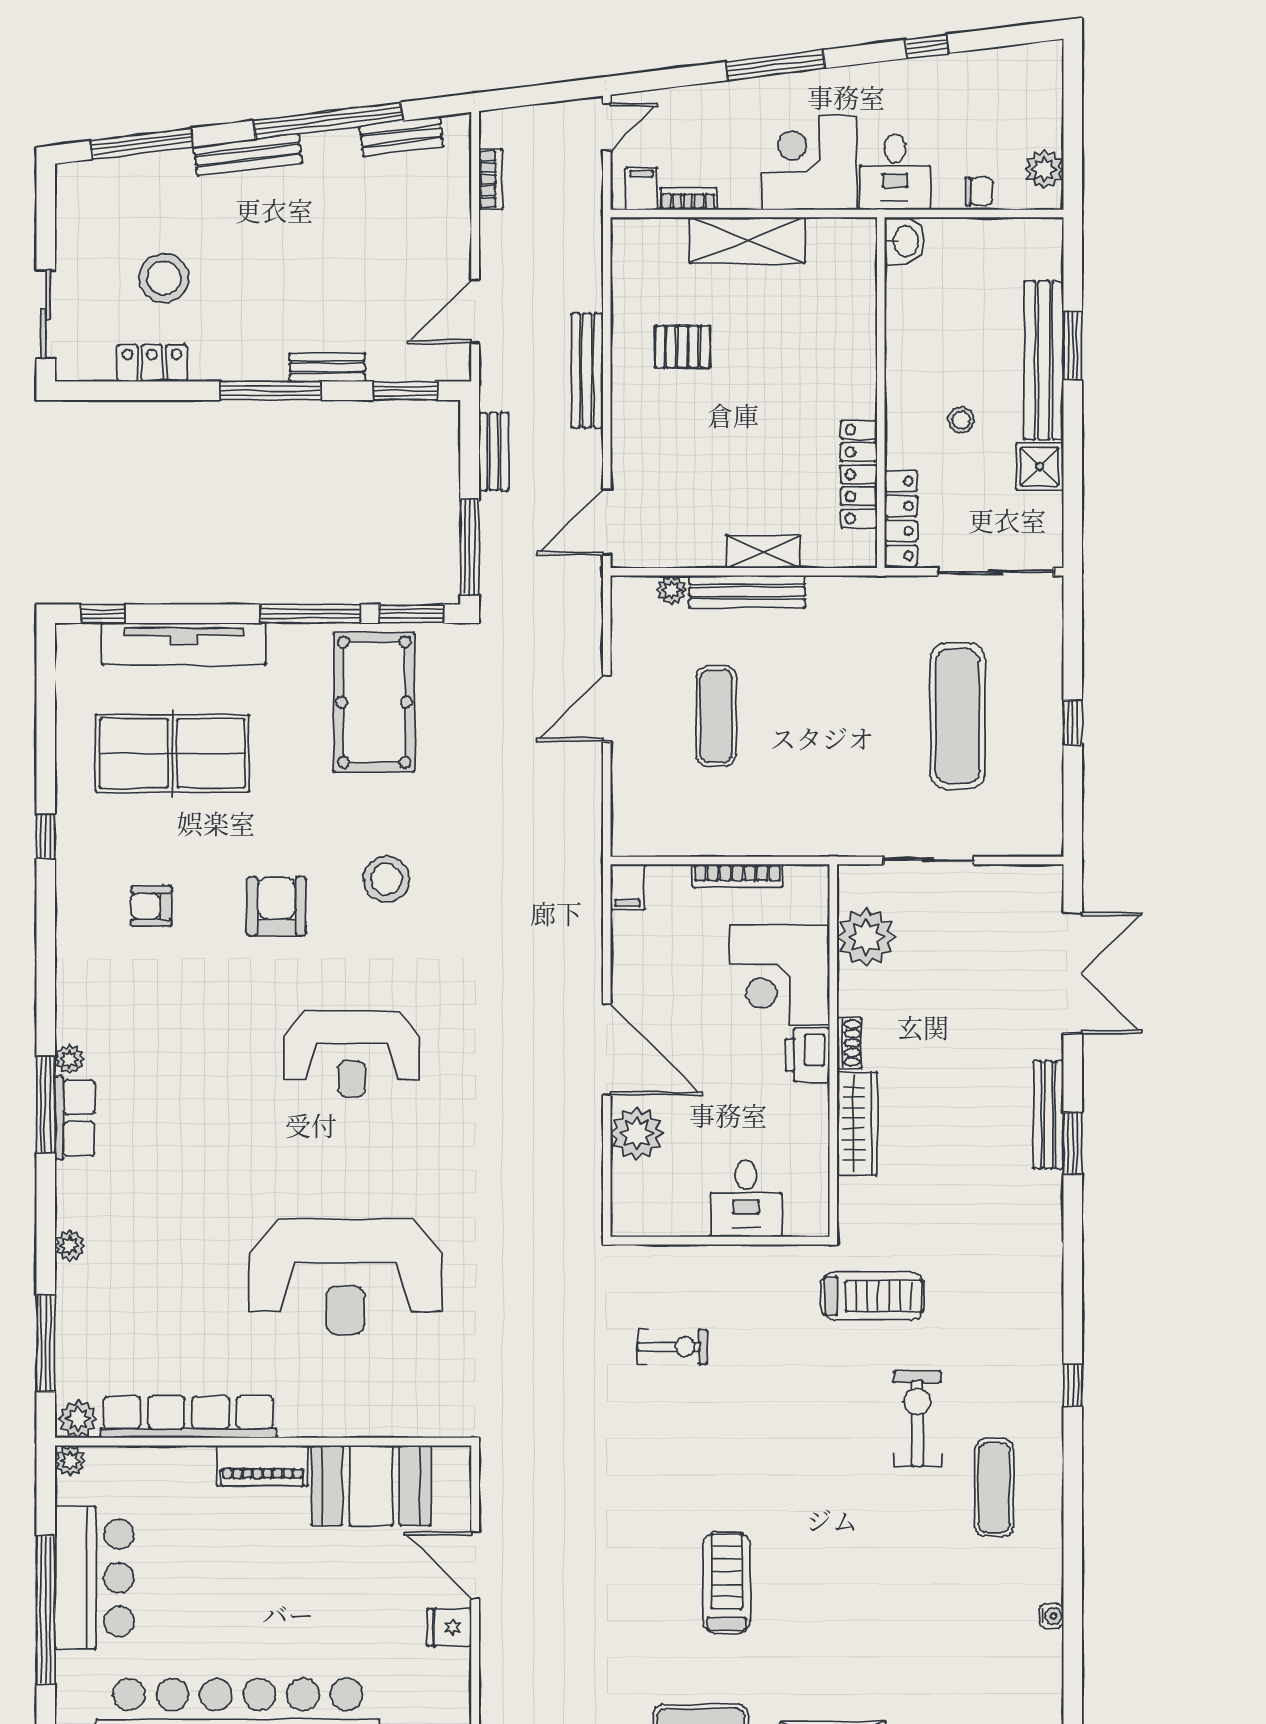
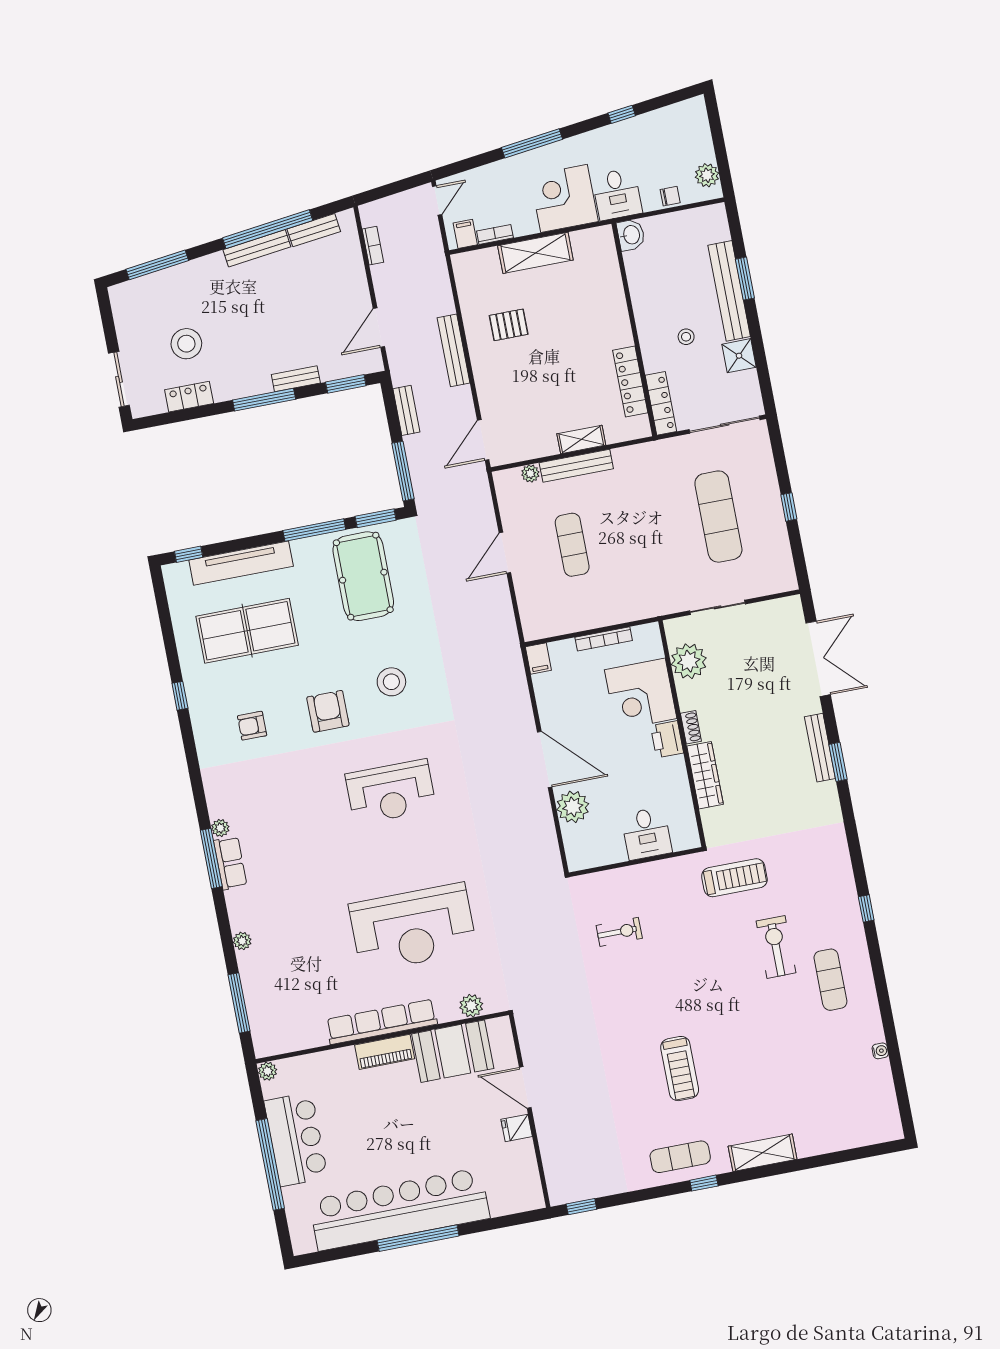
bench: (248, 155) -> (257, 248), moved
row of seats: (188, 1417) -> (382, 1022), moved
plant: (78, 1419) -> (471, 1006), moved
treadmill: (727, 1583) -> (680, 1069), turned 180

